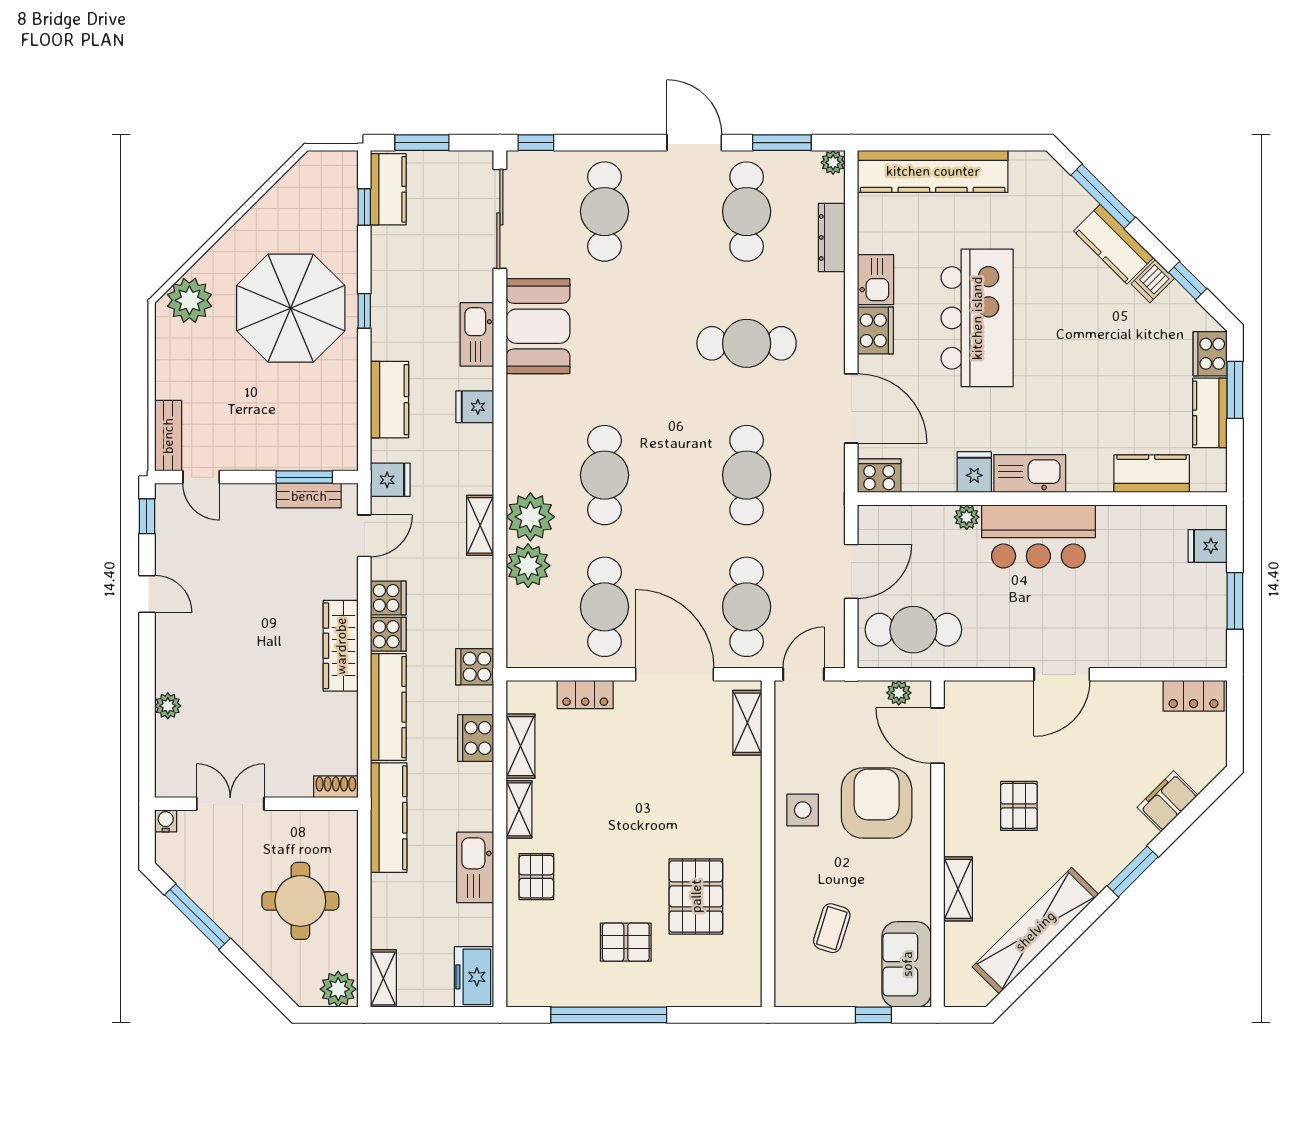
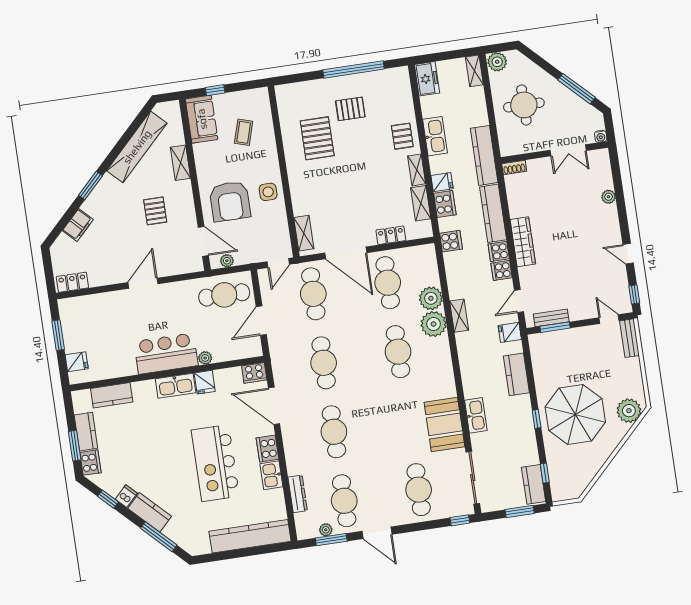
plant: (833, 162) -> (326, 530), moved
cafe table: (747, 343) -> (334, 432), turned 90
fridge: (475, 407) -> (442, 182), moved

